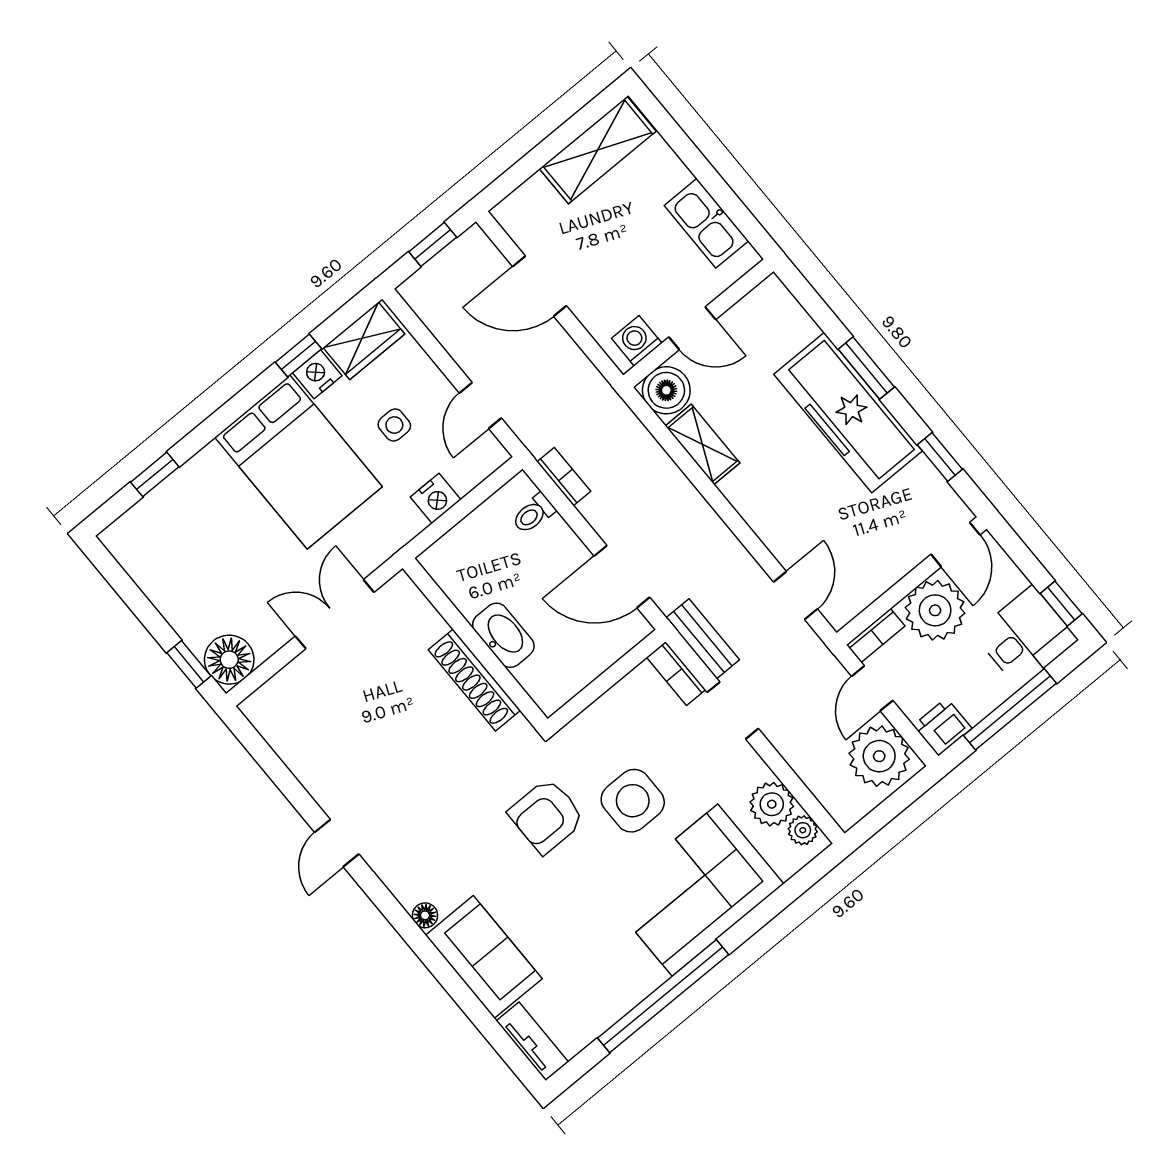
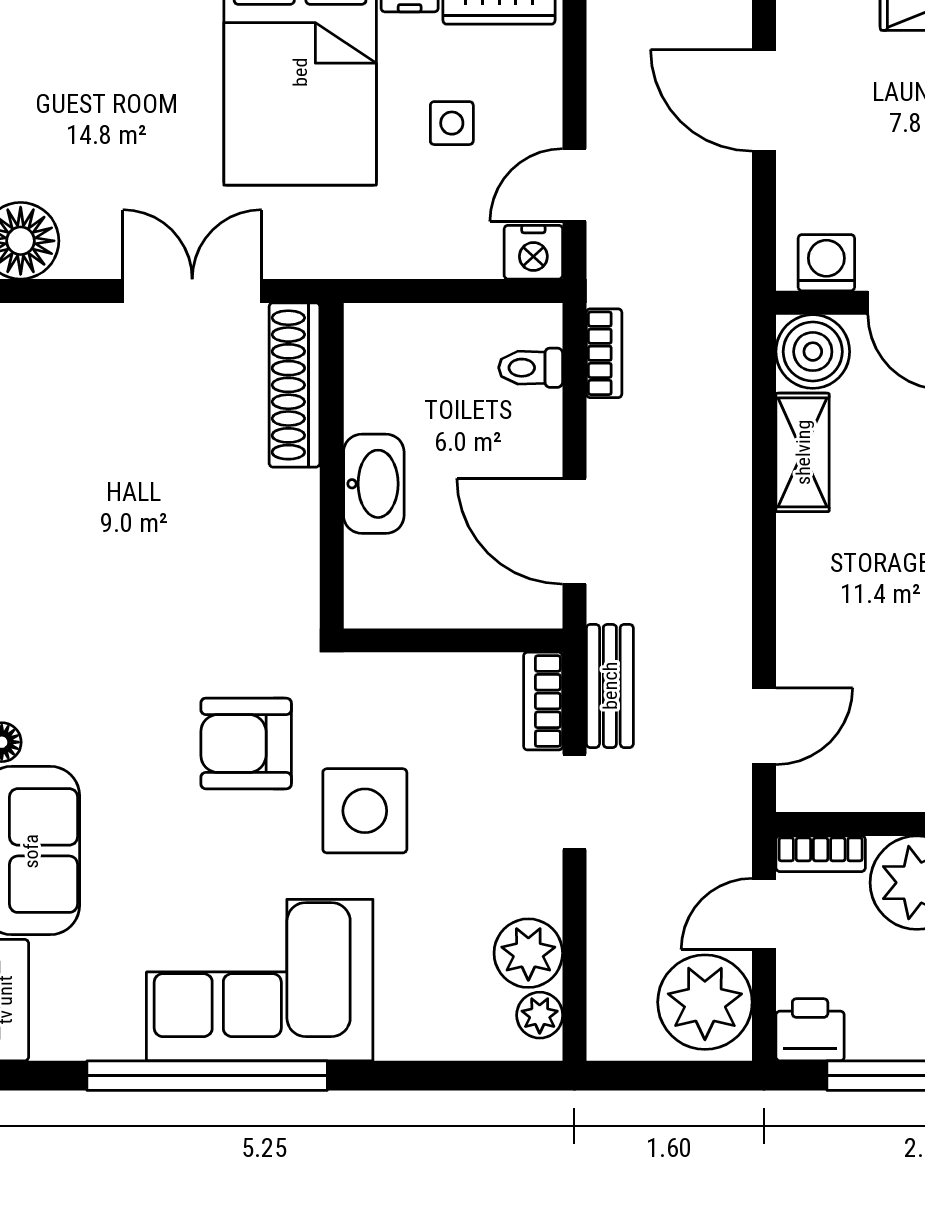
nightstand: (436, 498) -> (533, 252), moved
shoe rack: (474, 680) -> (294, 385), moved
corner sofa: (695, 890) -> (260, 980), moved

